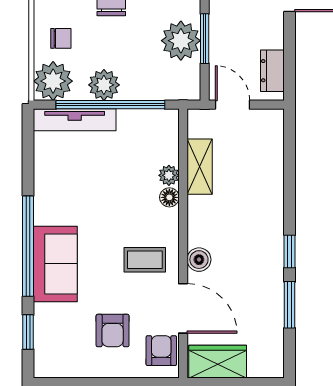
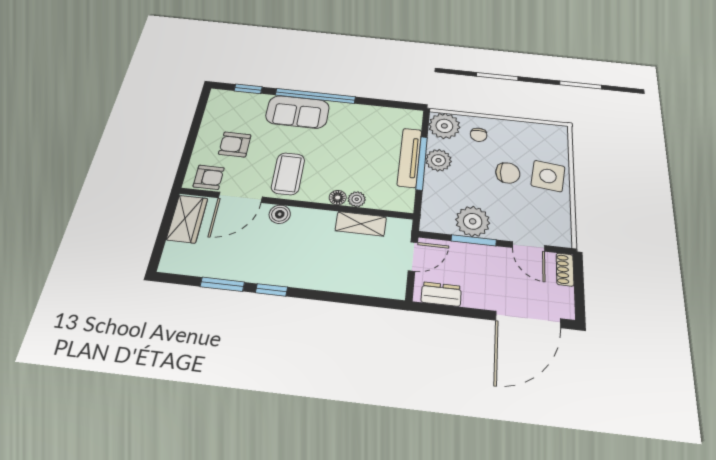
window: (110, 105) -> (422, 163), width x0.68
tv unit: (75, 120) -> (409, 157), moved
coffee table: (145, 260) -> (288, 174), width x1.36, depth x1.30

